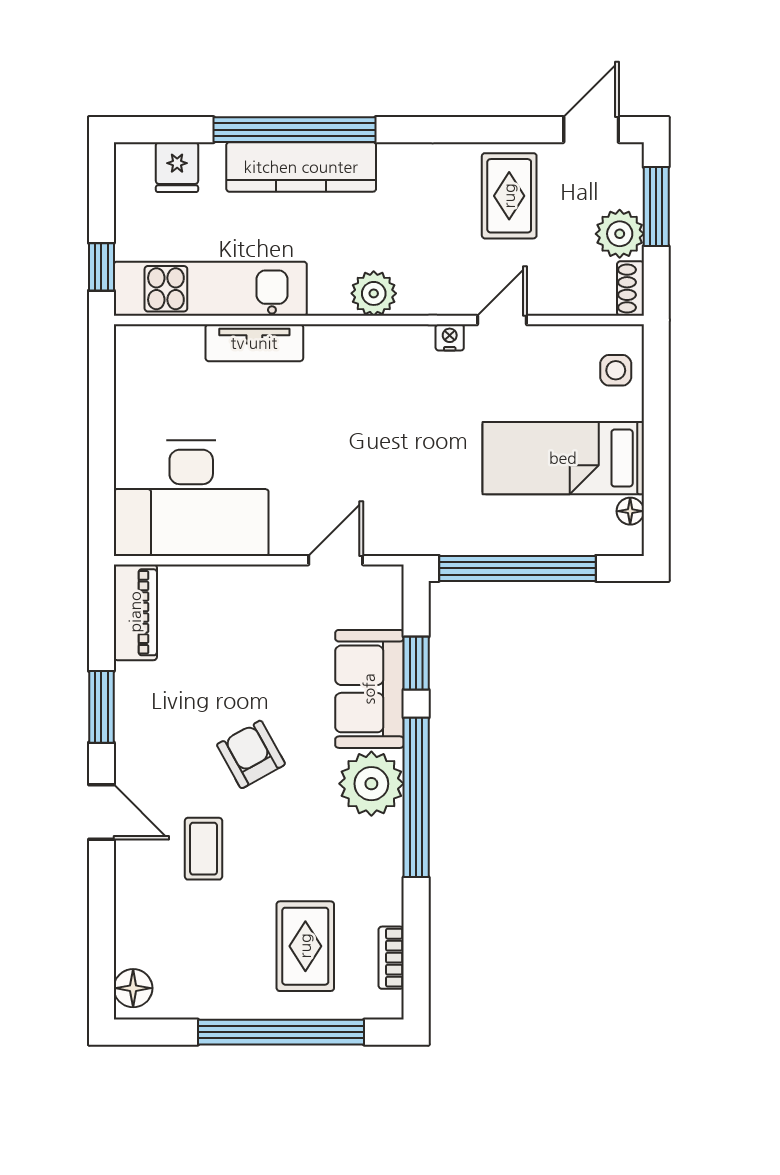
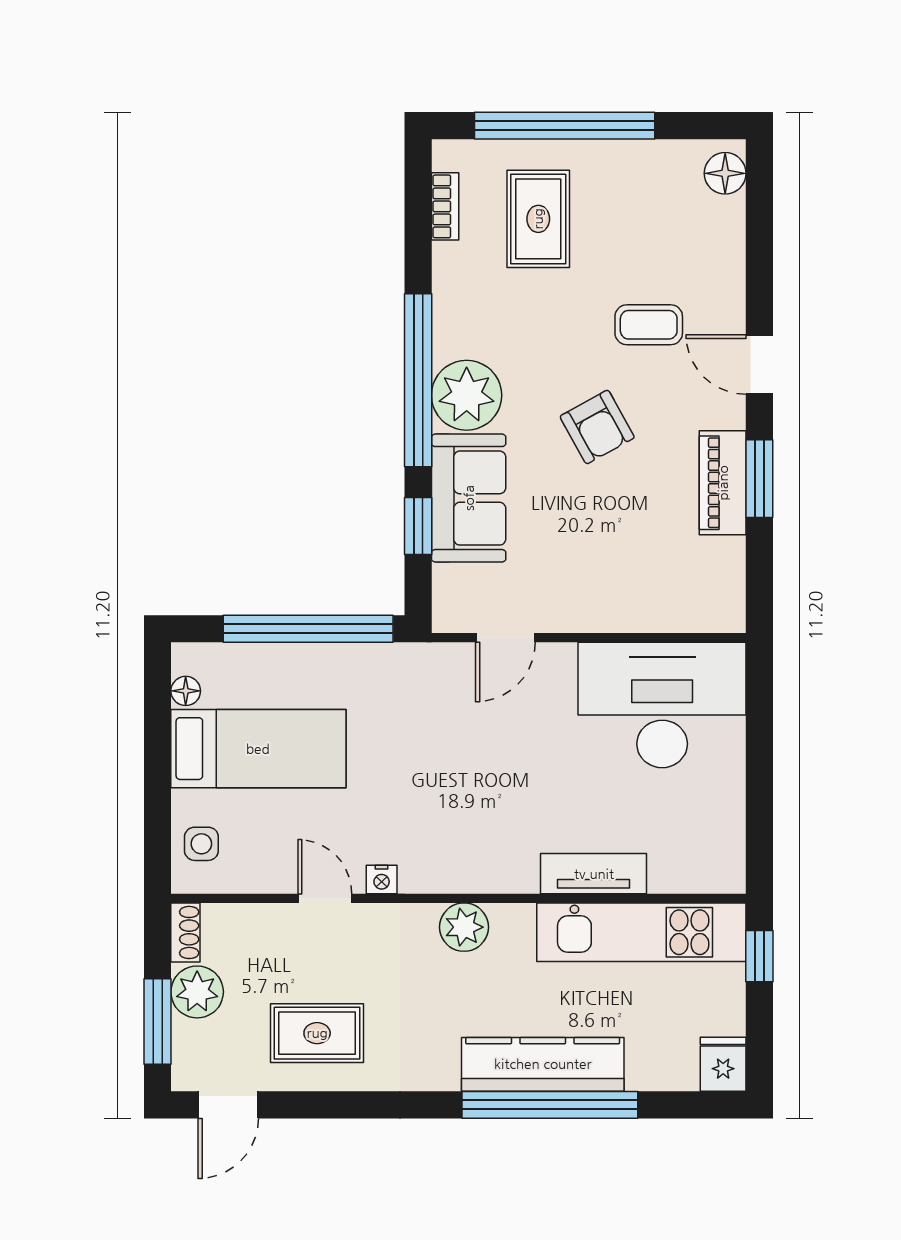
fridge: (177, 167) -> (723, 1064), moved
rug: (509, 196) -> (317, 1033), turned 90
door: (502, 320) -> (325, 898), swing flipped
piano: (135, 612) -> (723, 483), moved
coffee table: (204, 849) -> (649, 325), turned 90

